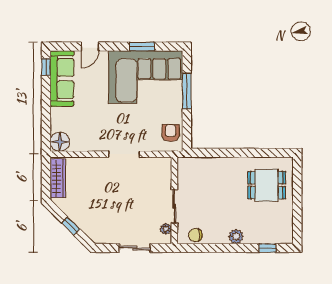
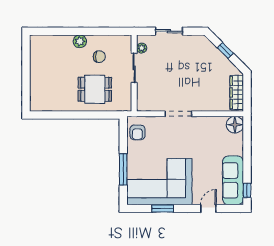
dining table: (267, 185) -> (95, 89), moved
chair: (196, 235) -> (99, 57), moved
window: (267, 248) -> (52, 31), removed

